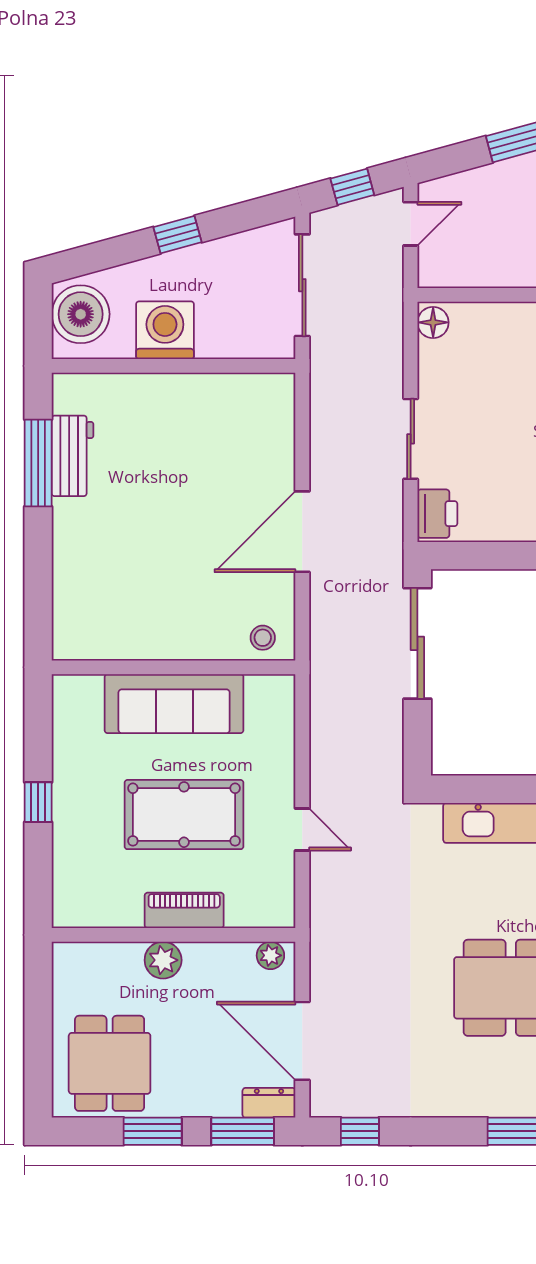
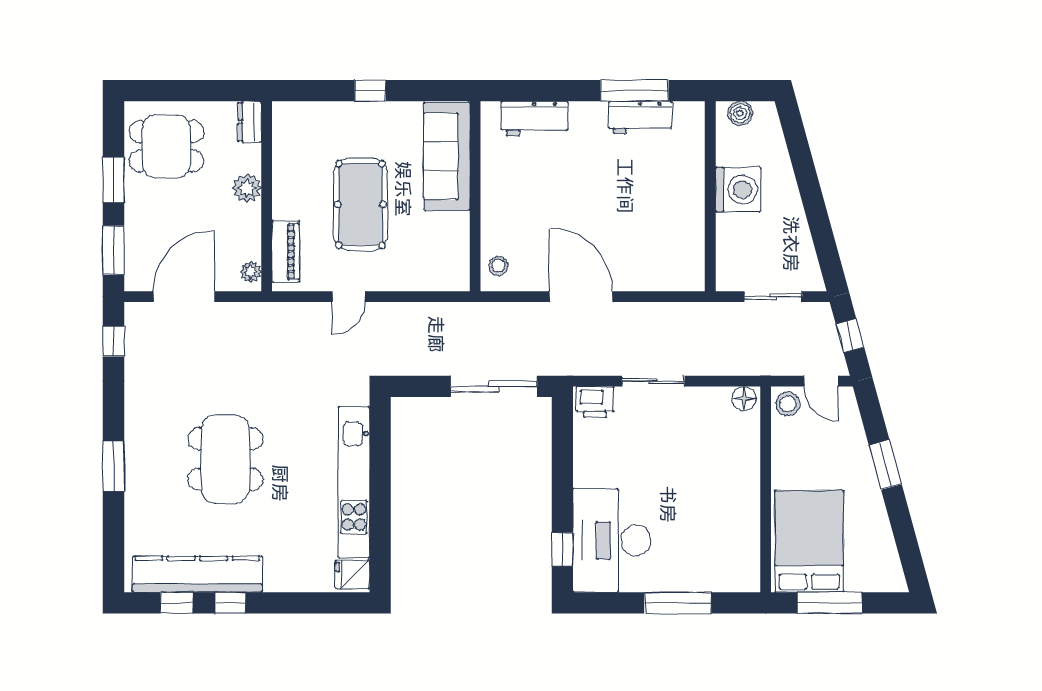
window: (177, 235) -> (813, 199), removed
stool: (440, 266) -> (788, 404), added
sliding door: (302, 285) -> (773, 297), width x0.73
boiler: (81, 314) -> (740, 113), width x0.54, depth x0.54
workbench: (74, 592) -> (534, 118), added
sofa: (174, 704) -> (447, 156), moved
piano: (184, 910) -> (286, 251), moved
dresser: (269, 1103) -> (250, 122), moved, turned 180

